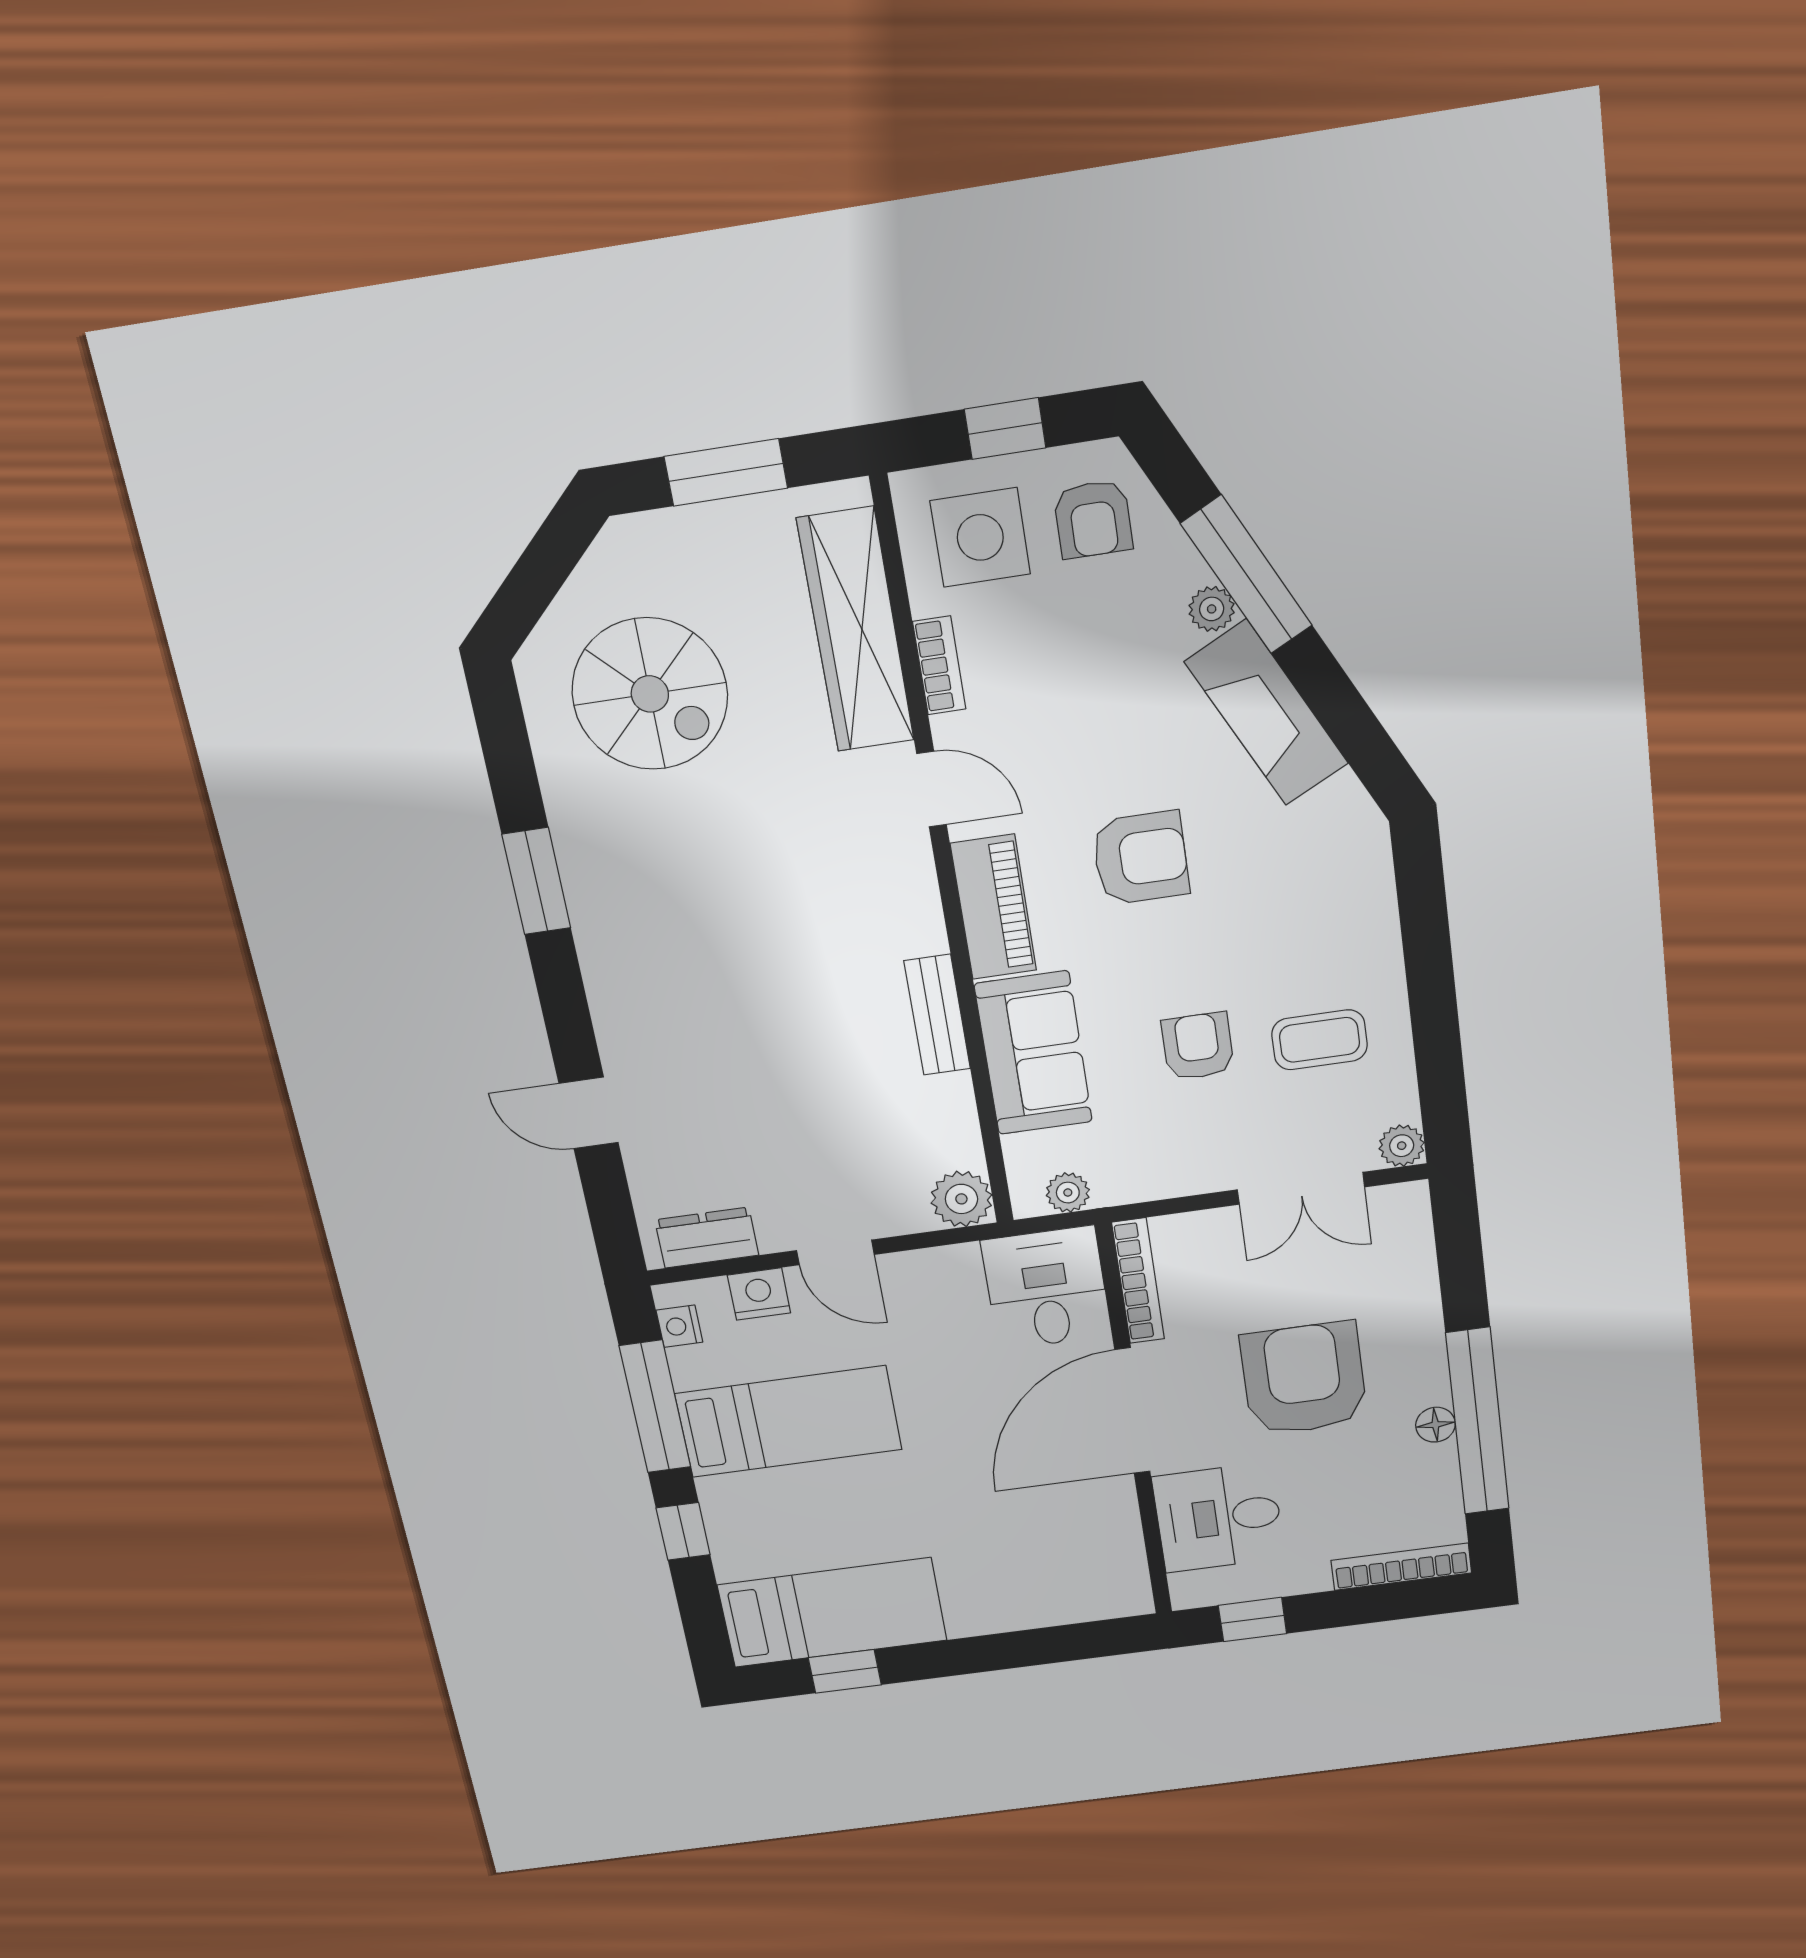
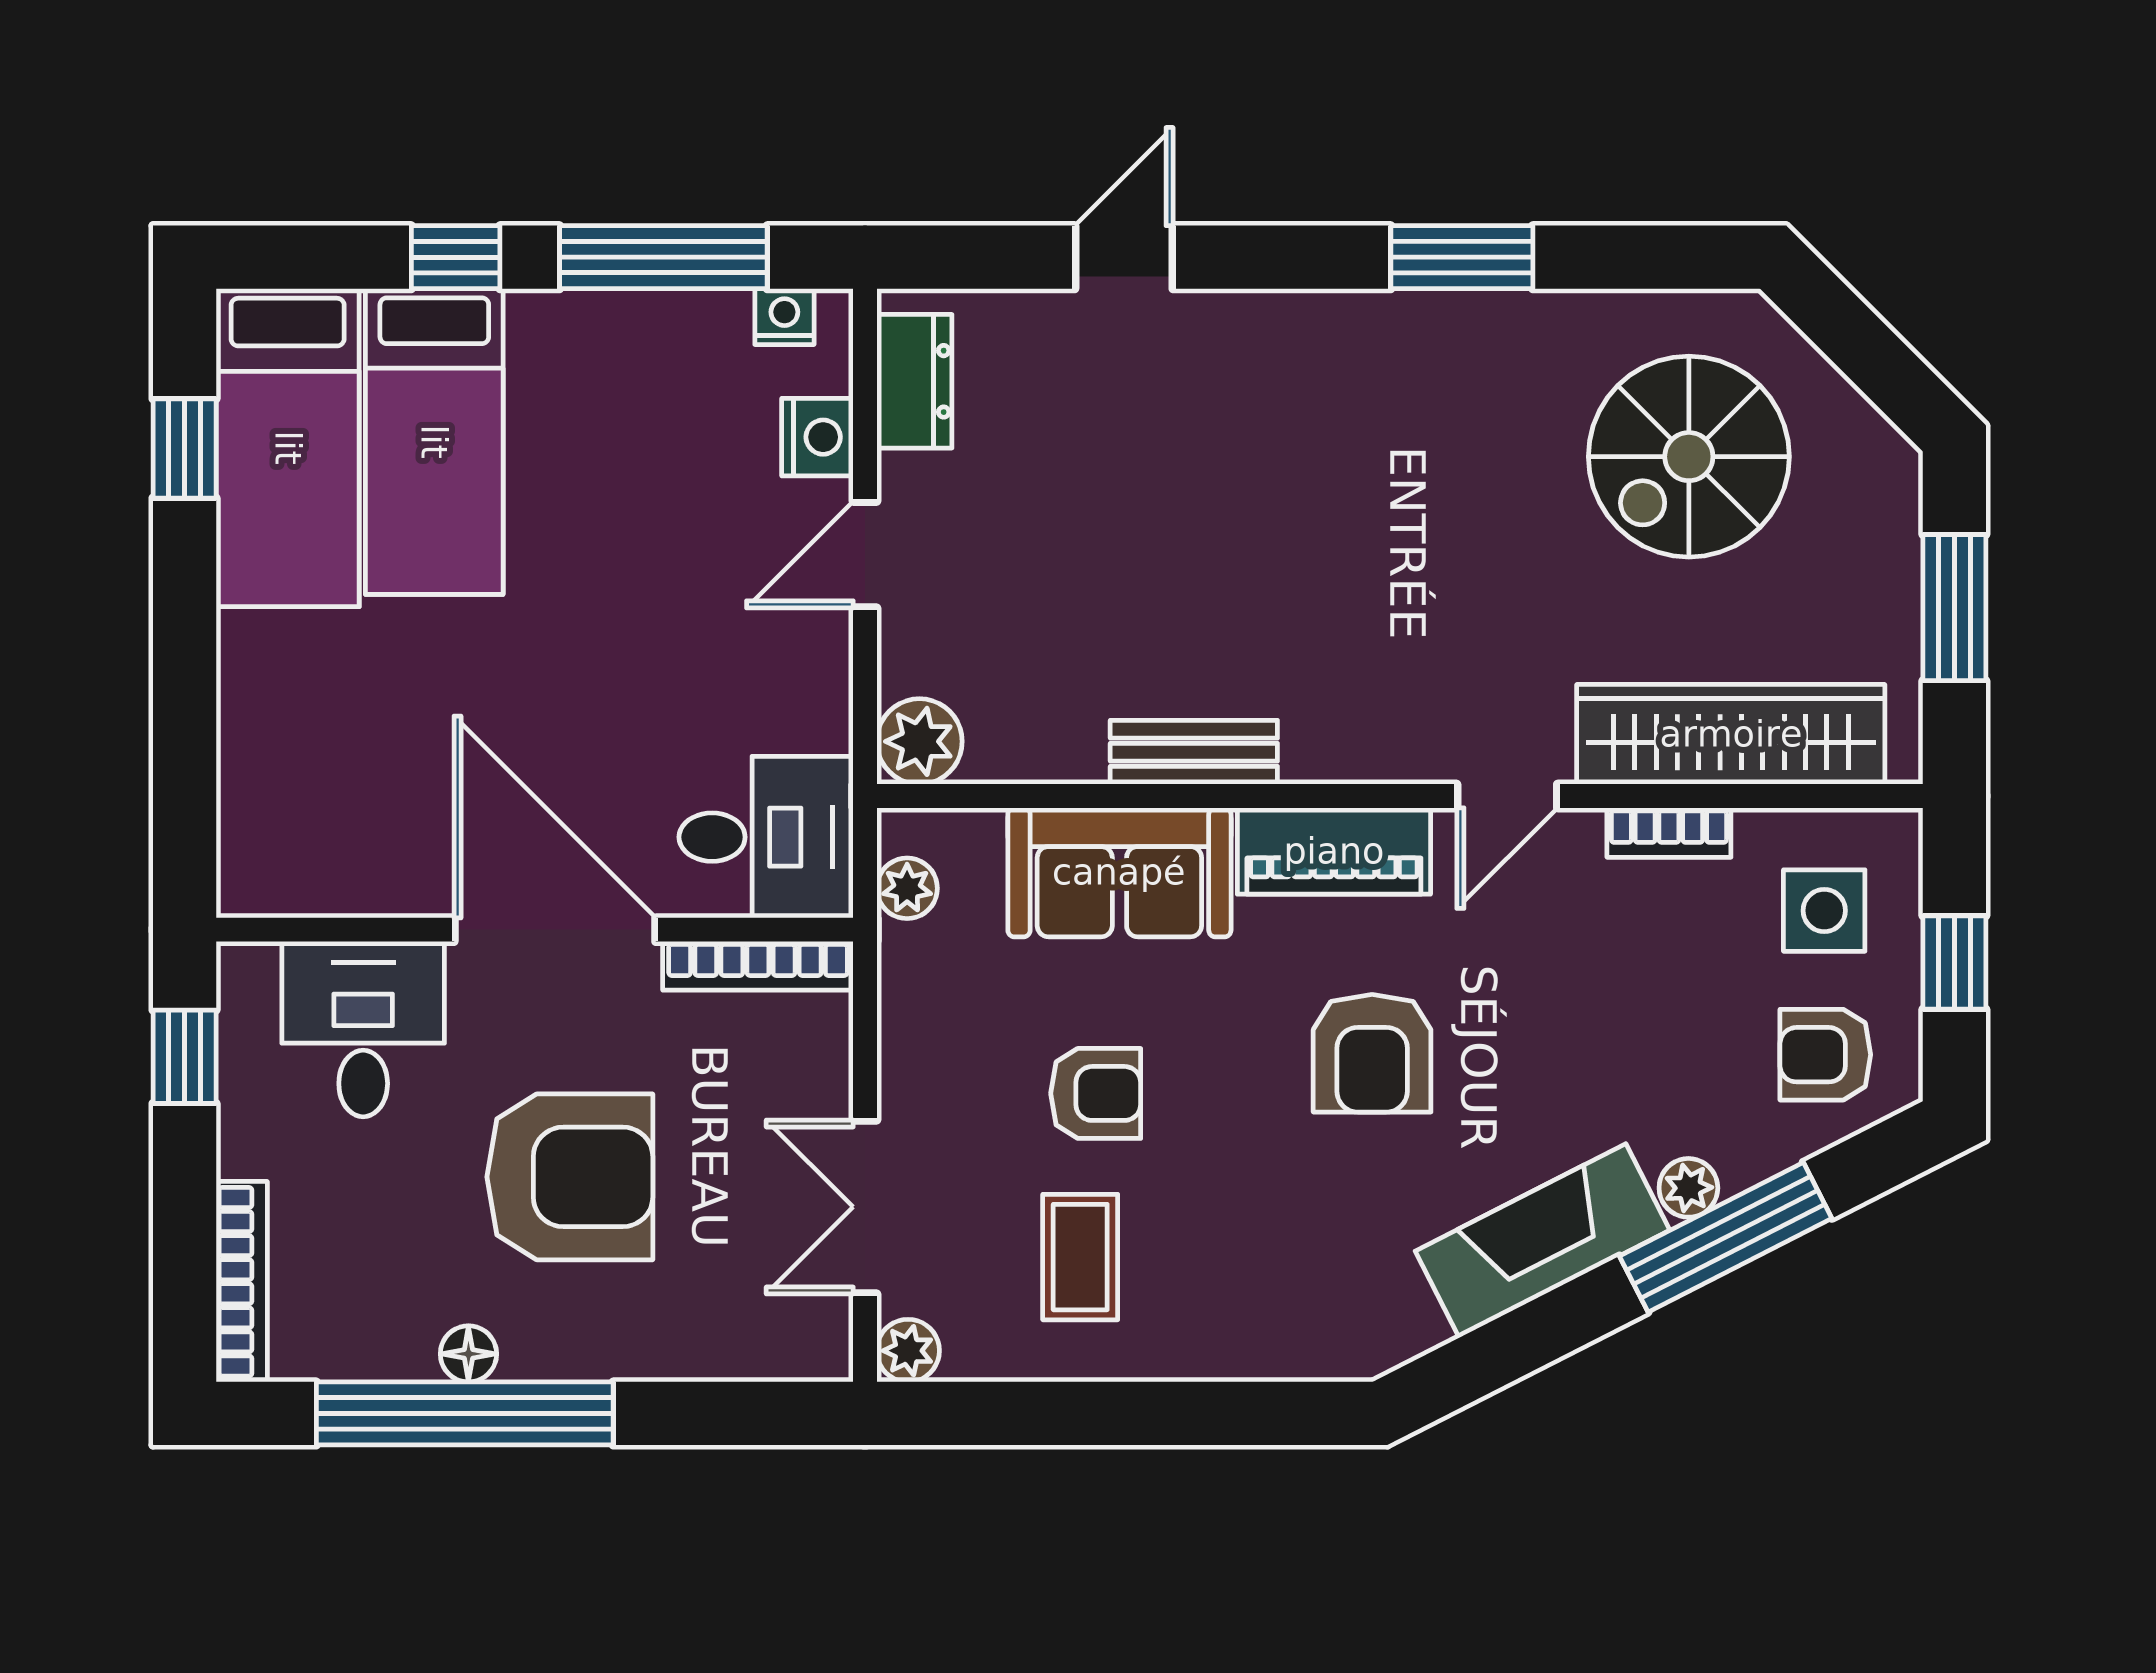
side table: (980, 537) -> (1824, 911), width x0.73, depth x0.73
bed: (789, 1422) -> (434, 442), moved

